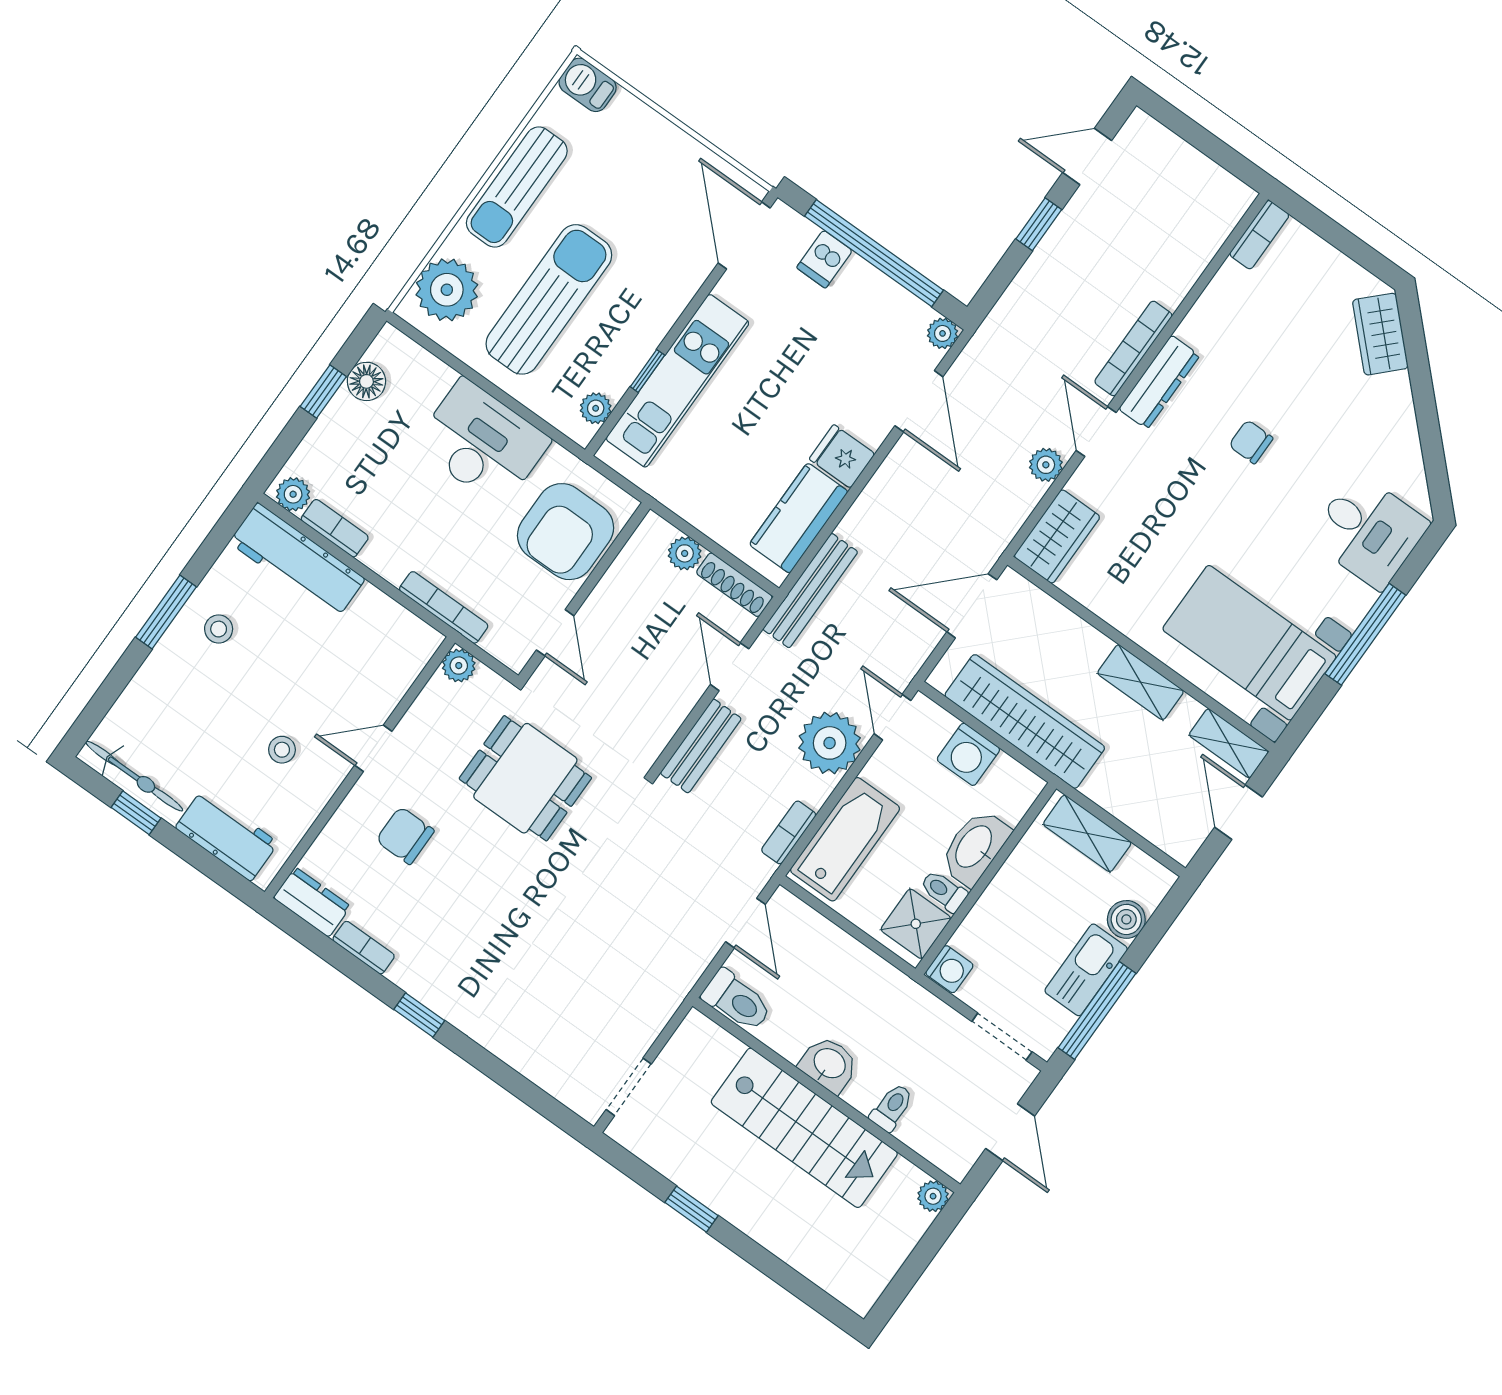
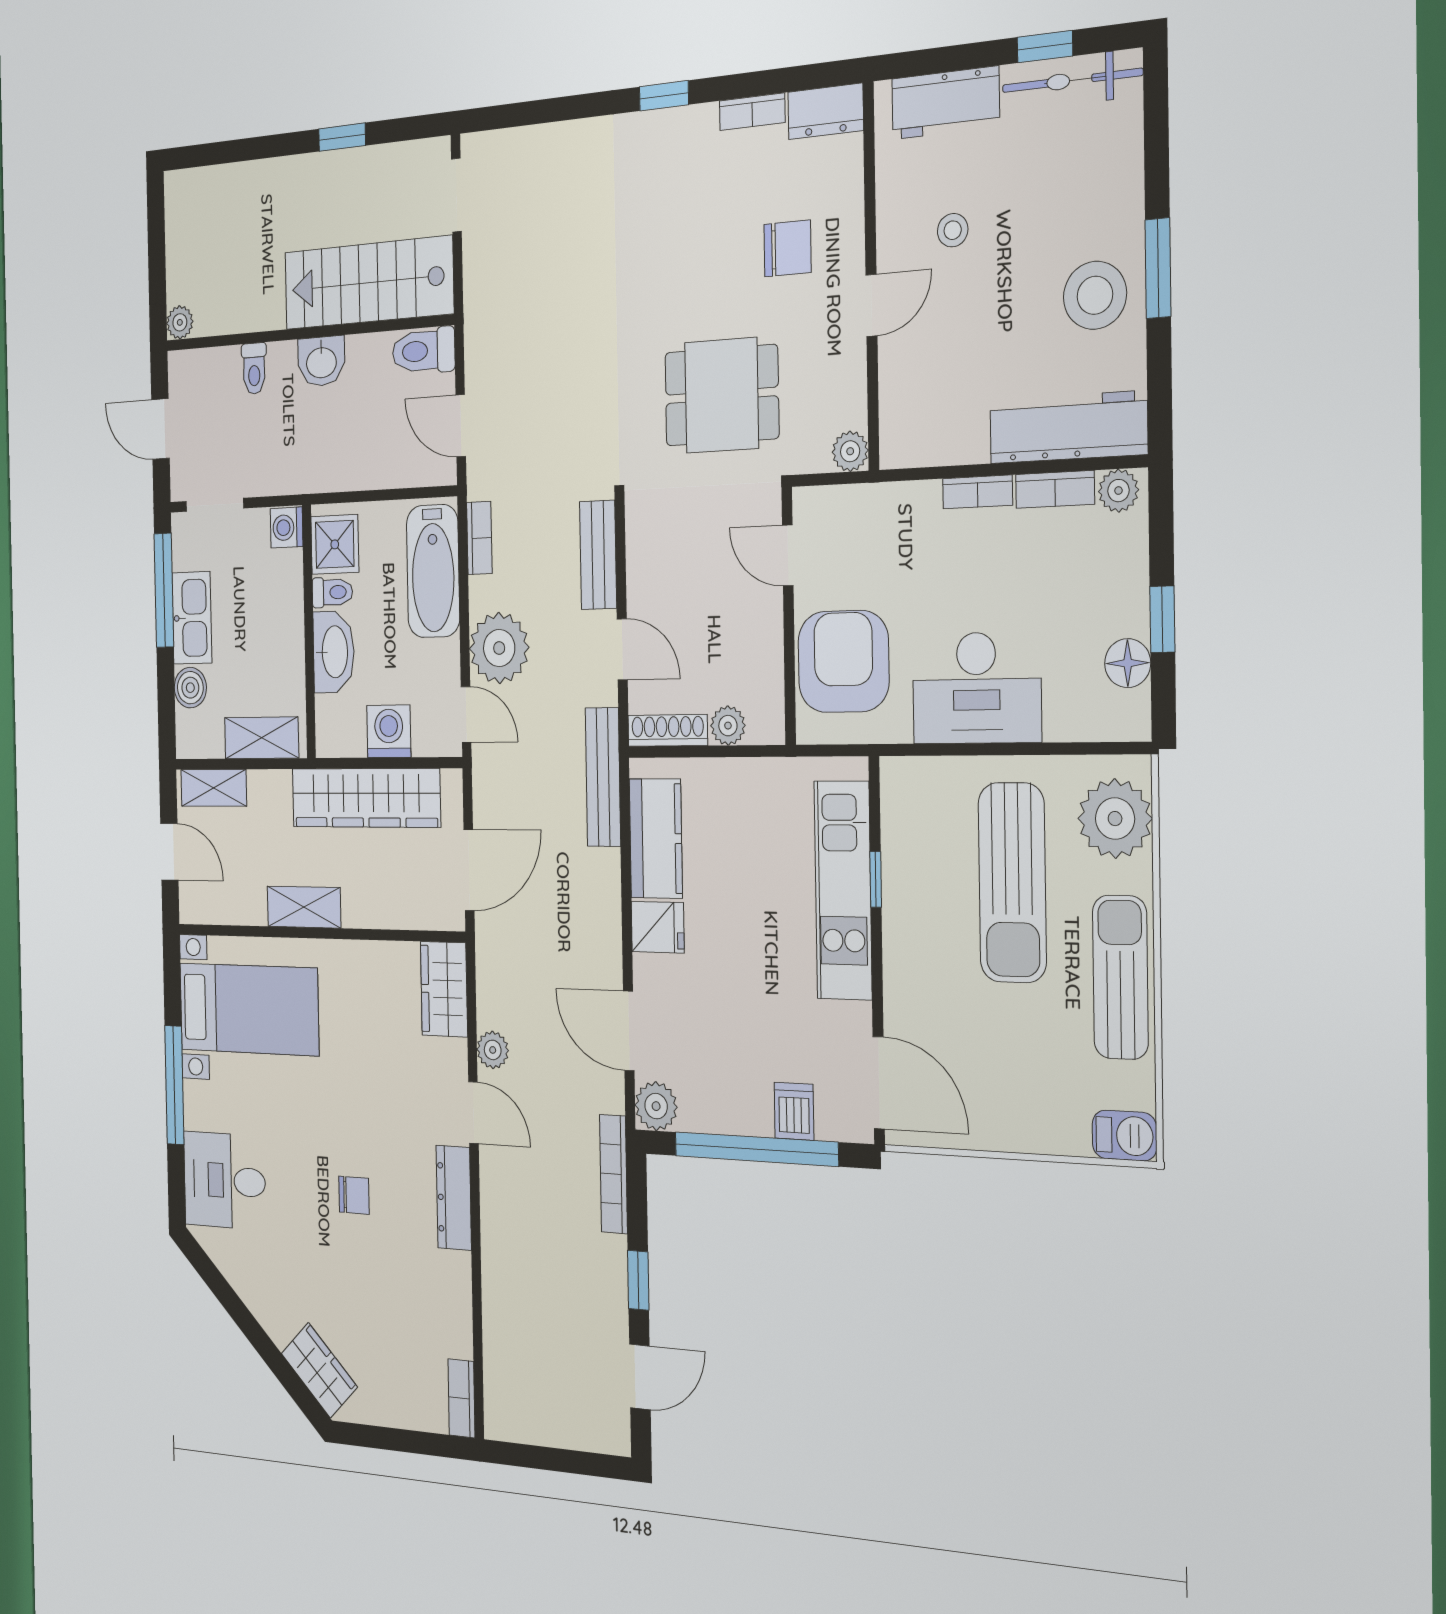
plant: (943, 333) -> (656, 1106), width x1.38, depth x1.38
bookcase: (1133, 348) -> (613, 1174), moved, turned 180
plant: (596, 408) -> (897, 805), removed
bookcase: (444, 607) -> (977, 492), moved, width x0.64
stool: (219, 629) -> (1095, 295), width x1.89, depth x1.89
shelving: (1229, 743) -> (214, 788), moved
stairs: (804, 1128) -> (368, 283), moved

